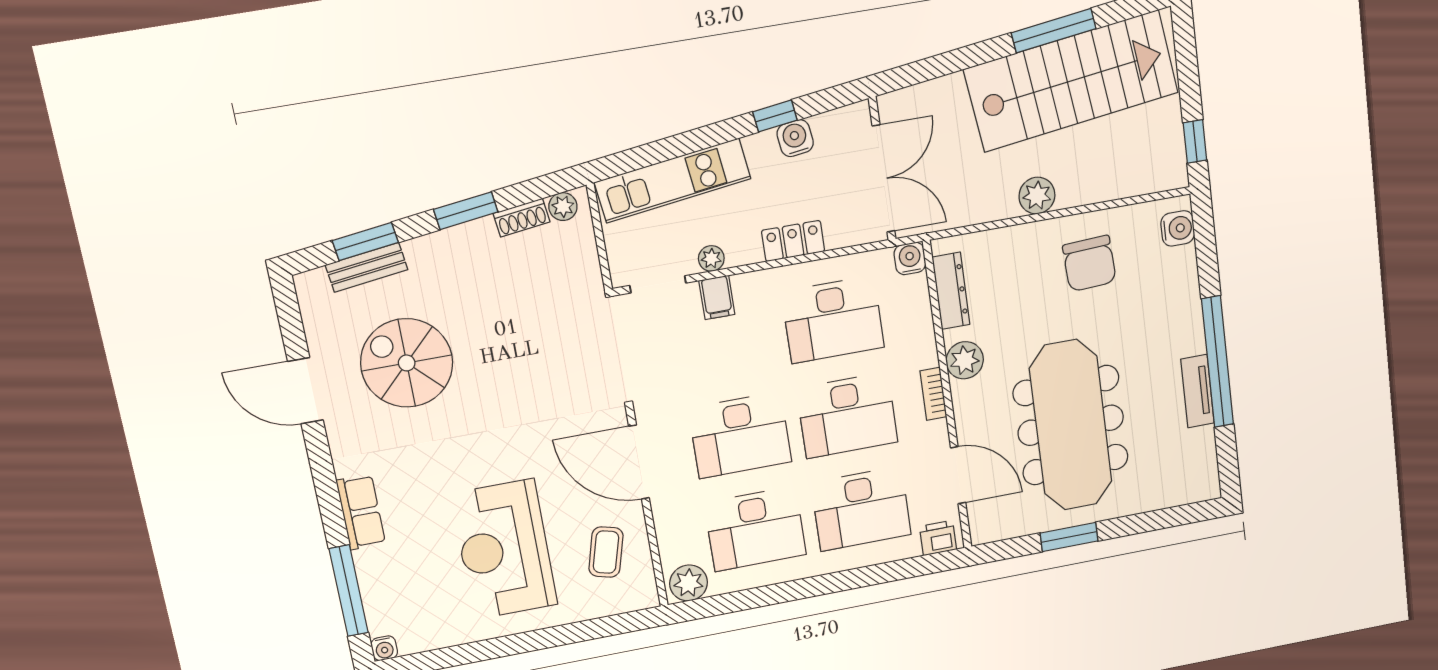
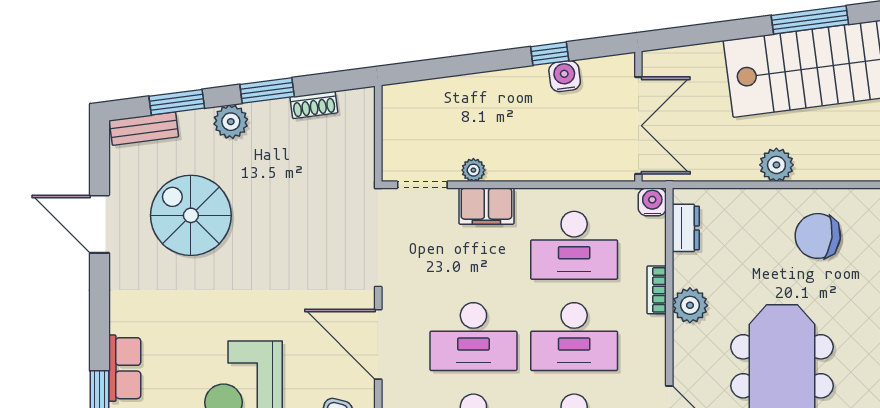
kitchen unit: (673, 181) -> (451, 95), removed
plant: (563, 207) -> (231, 122), moved, width x1.38, depth x1.38
locker: (793, 241) -> (549, 167), removed
chair: (1089, 263) -> (818, 236), turned 100
bench: (367, 267) -> (144, 129), moved
dresser: (951, 291) -> (686, 228), width x0.70
filing cabinet: (717, 297) -> (486, 206), width x2.00
bookcase: (933, 394) -> (657, 290), moved
row of seats: (361, 512) -> (125, 368), moved

